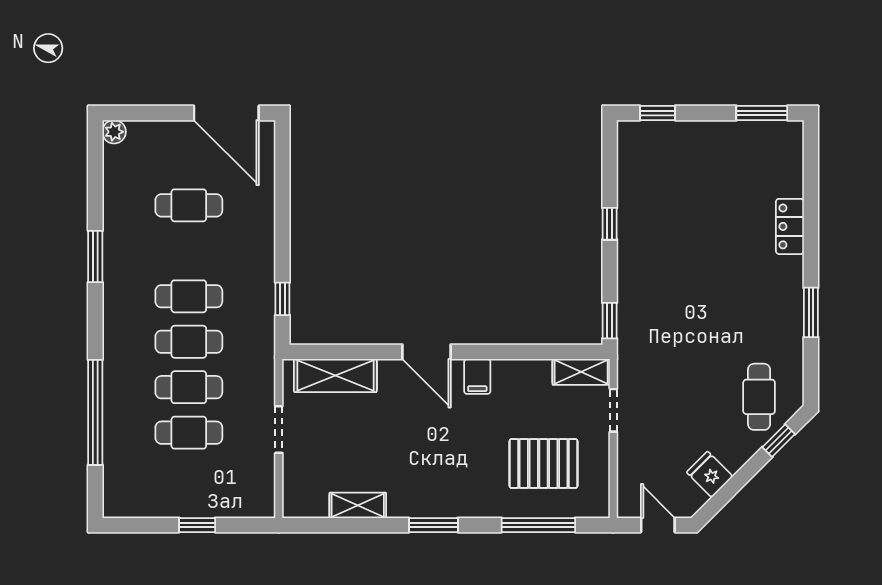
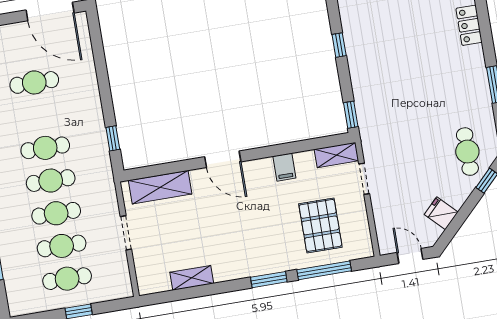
filing cabinet: (477, 376) -> (284, 167), moved
pallet: (544, 464) -> (320, 225), turned 90
cafe table: (189, 478) -> (67, 279), added
window: (433, 525) -> (269, 280), moved

